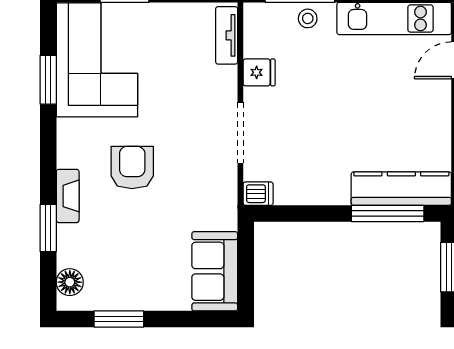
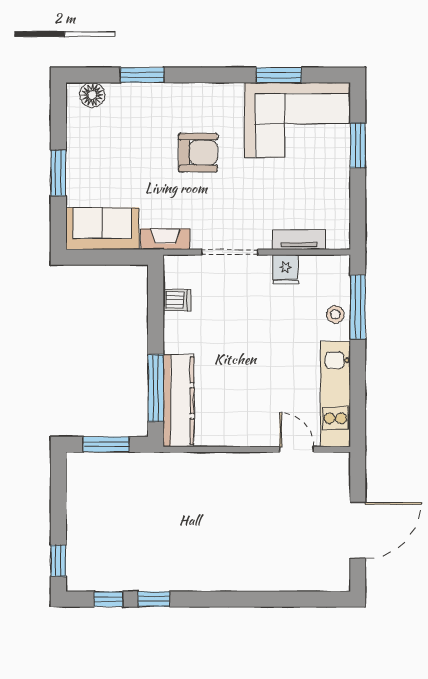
tv unit: (227, 35) -> (299, 240), moved
dishwasher: (258, 194) -> (177, 300), moved, turned -90
fireplace: (68, 196) -> (165, 239), moved, turned 180
window: (119, 319) -> (58, 173), moved

